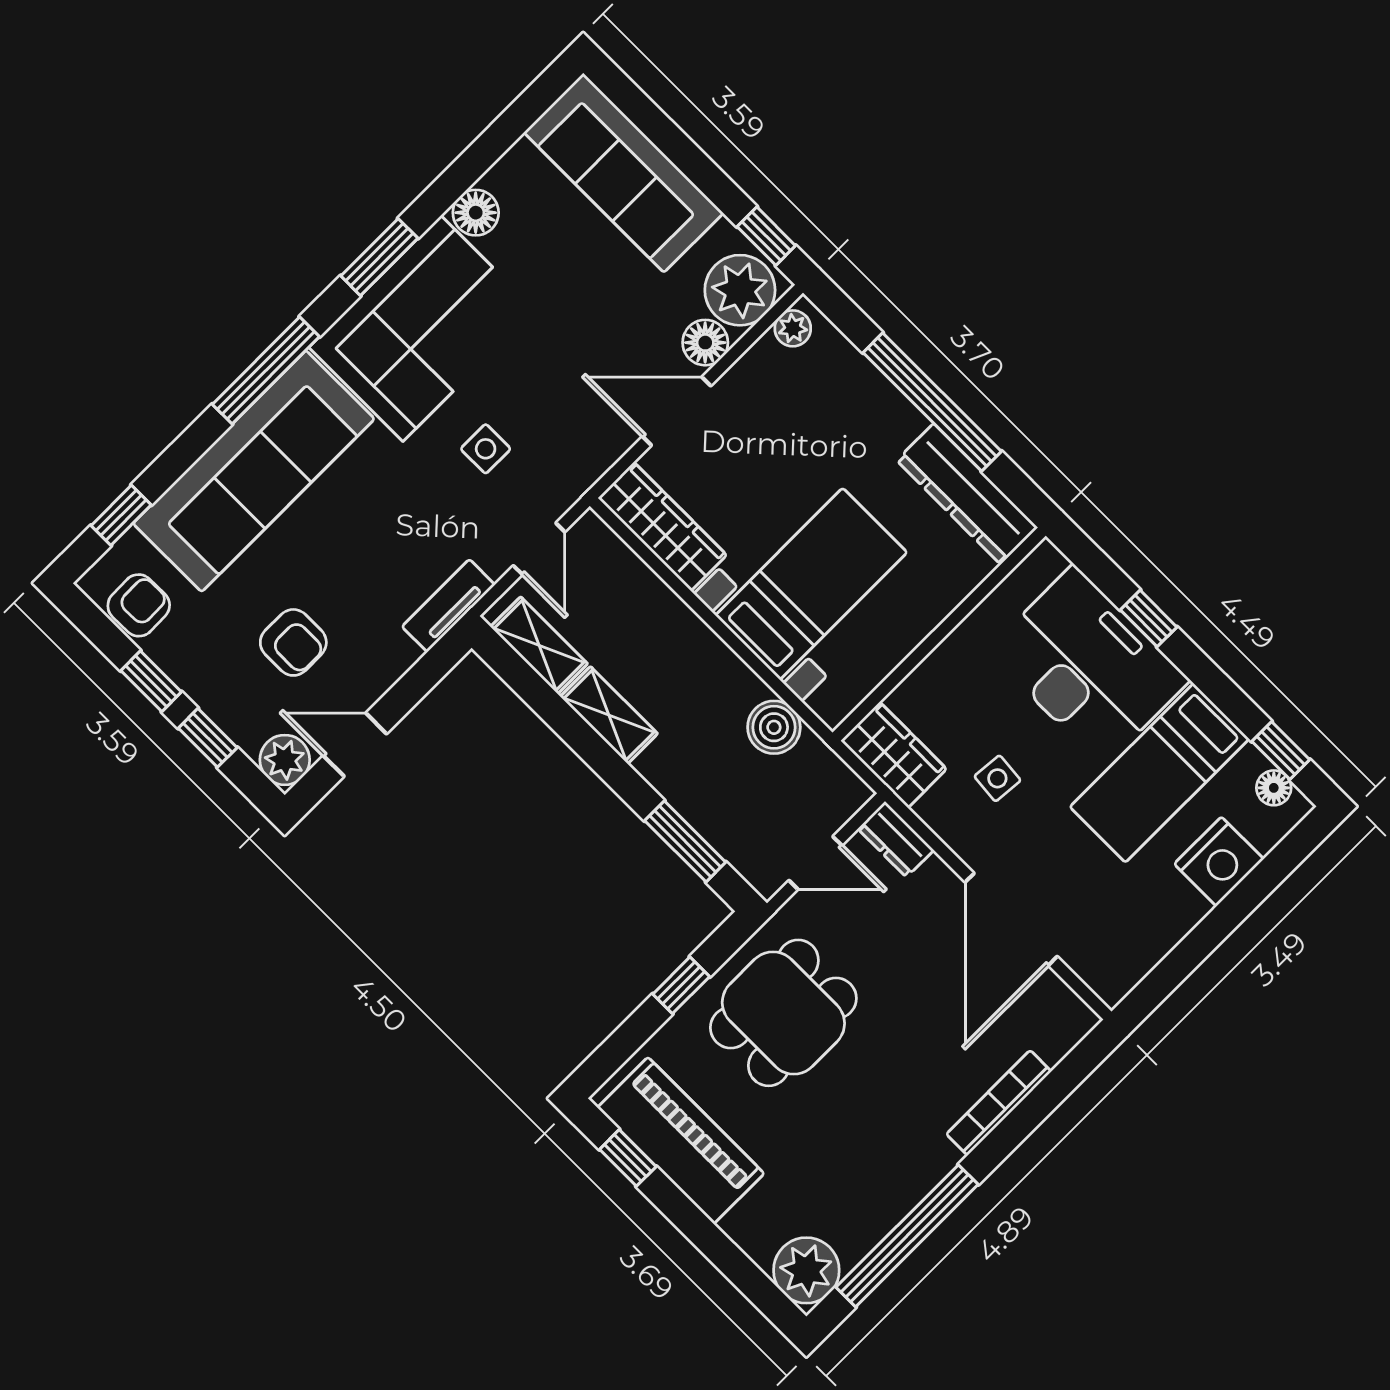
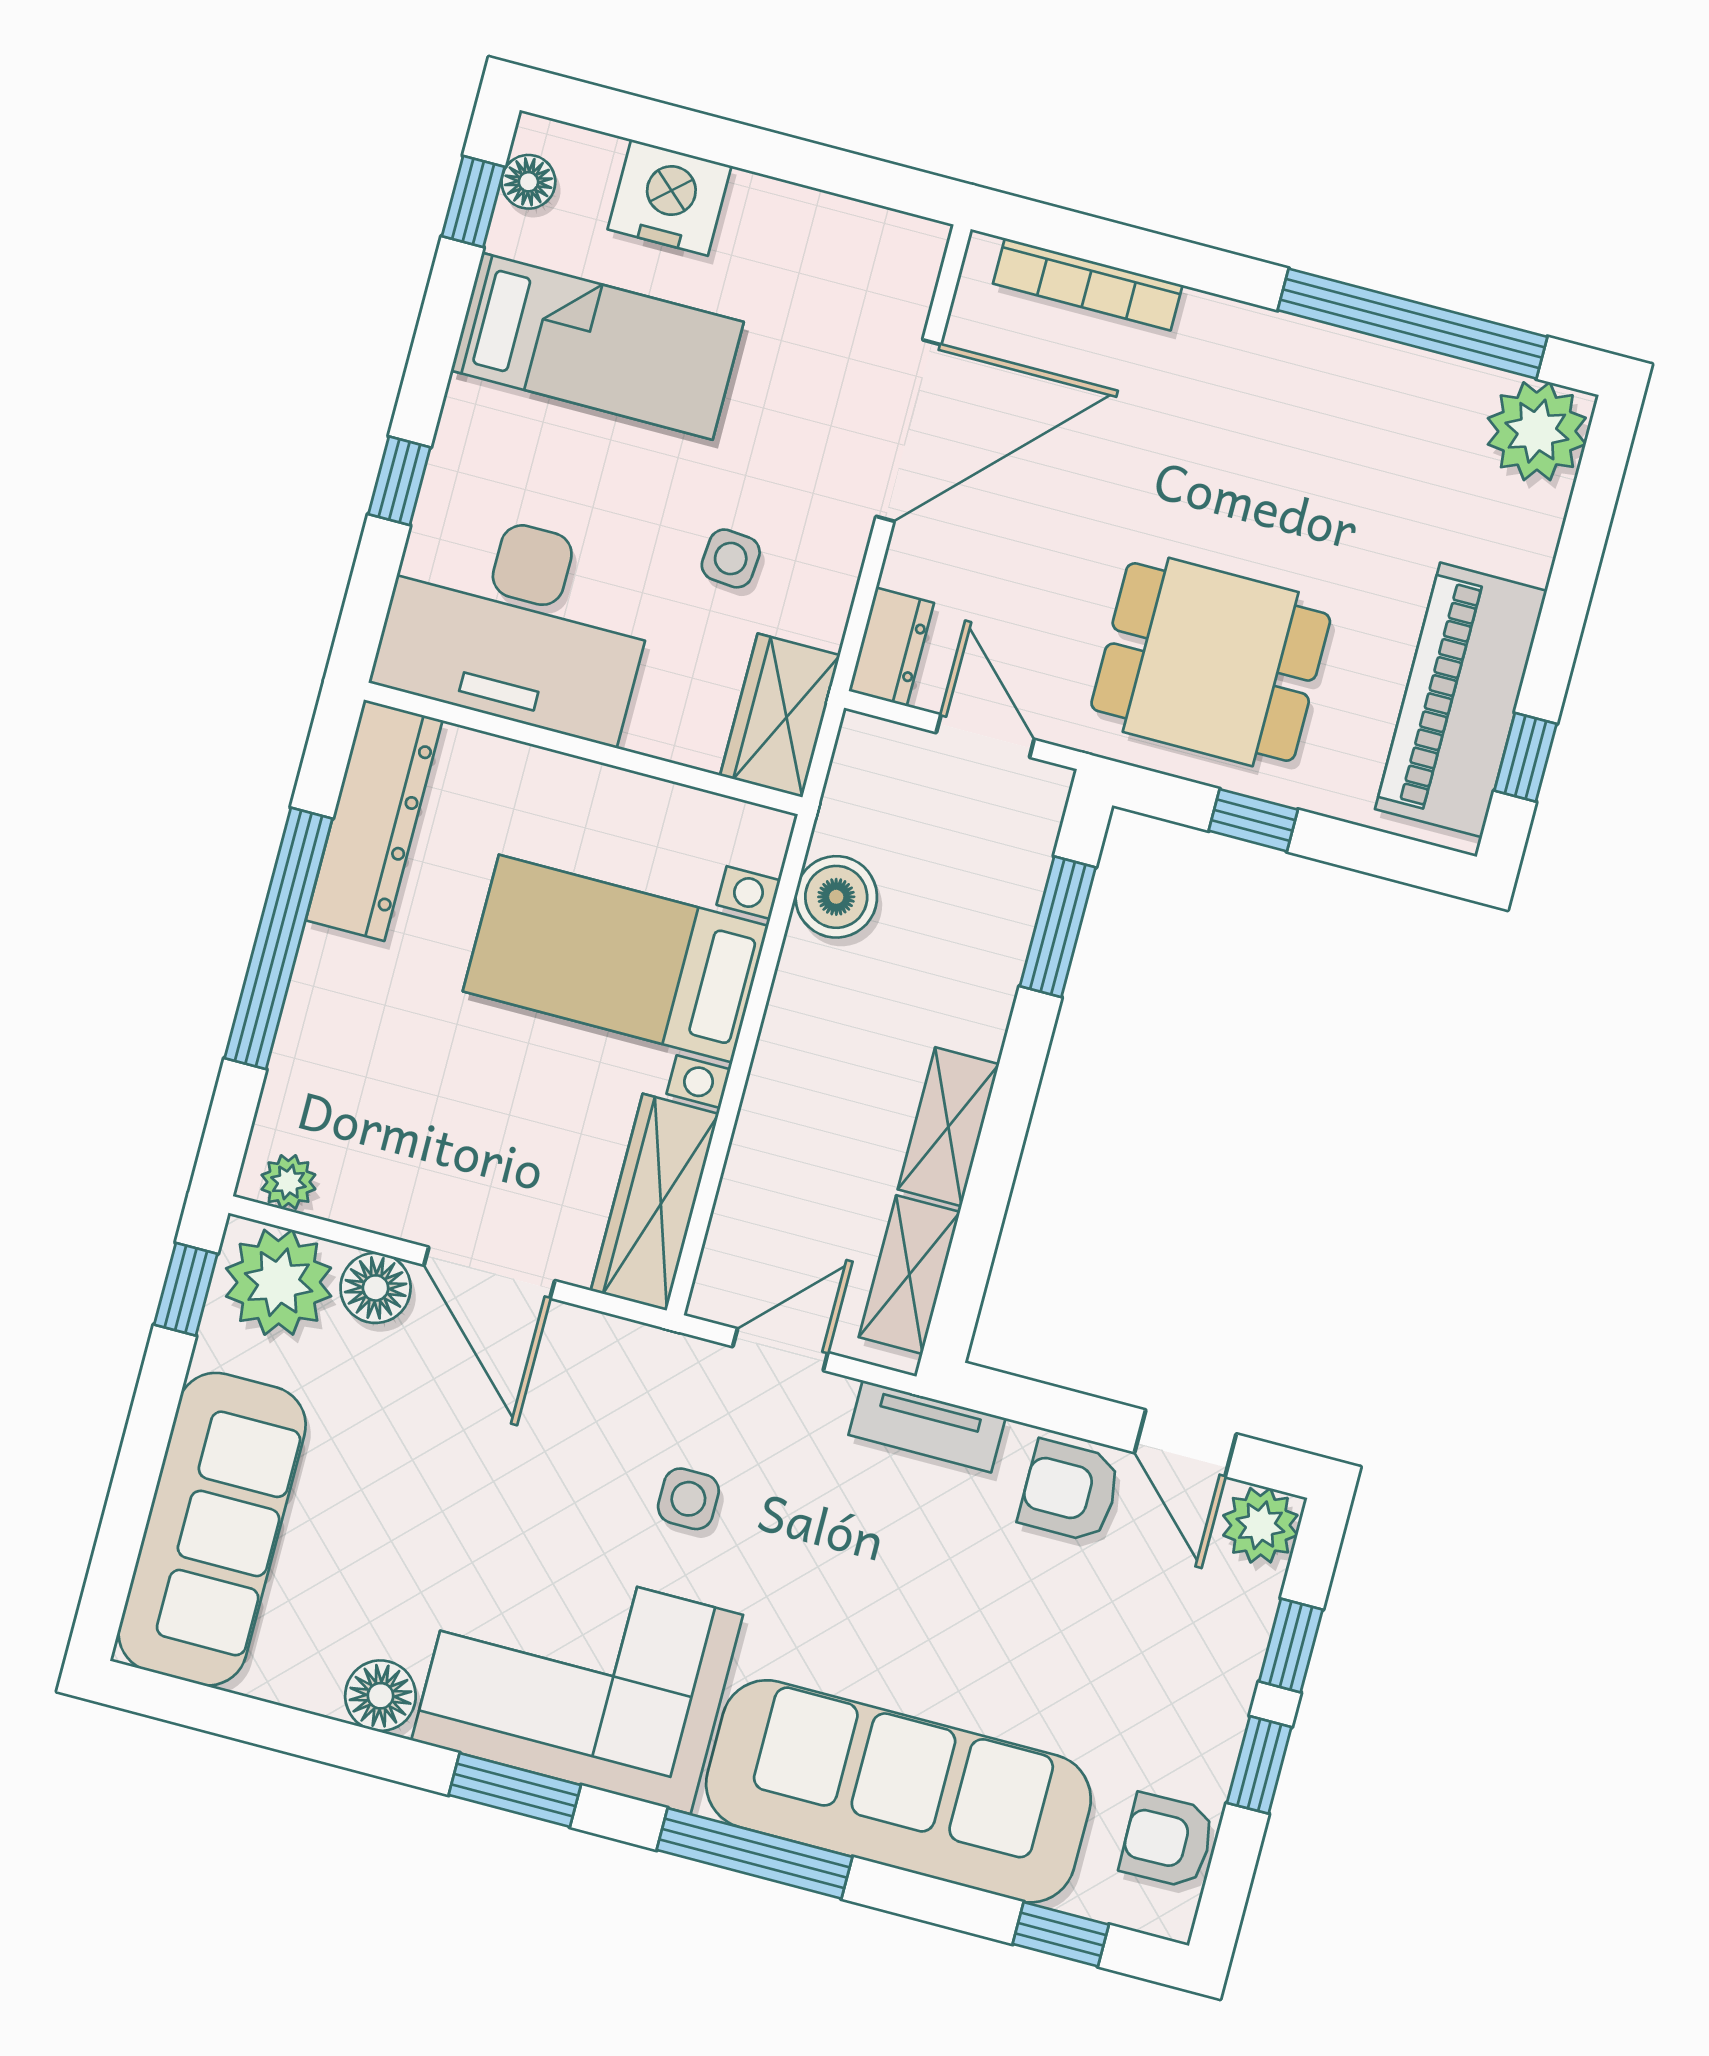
armchair: (293, 642) -> (1070, 1491), moved, turned -90
desk: (1088, 666) -> (517, 623), moved, turned -90
bookcase: (999, 1103) -> (1088, 284), moved

